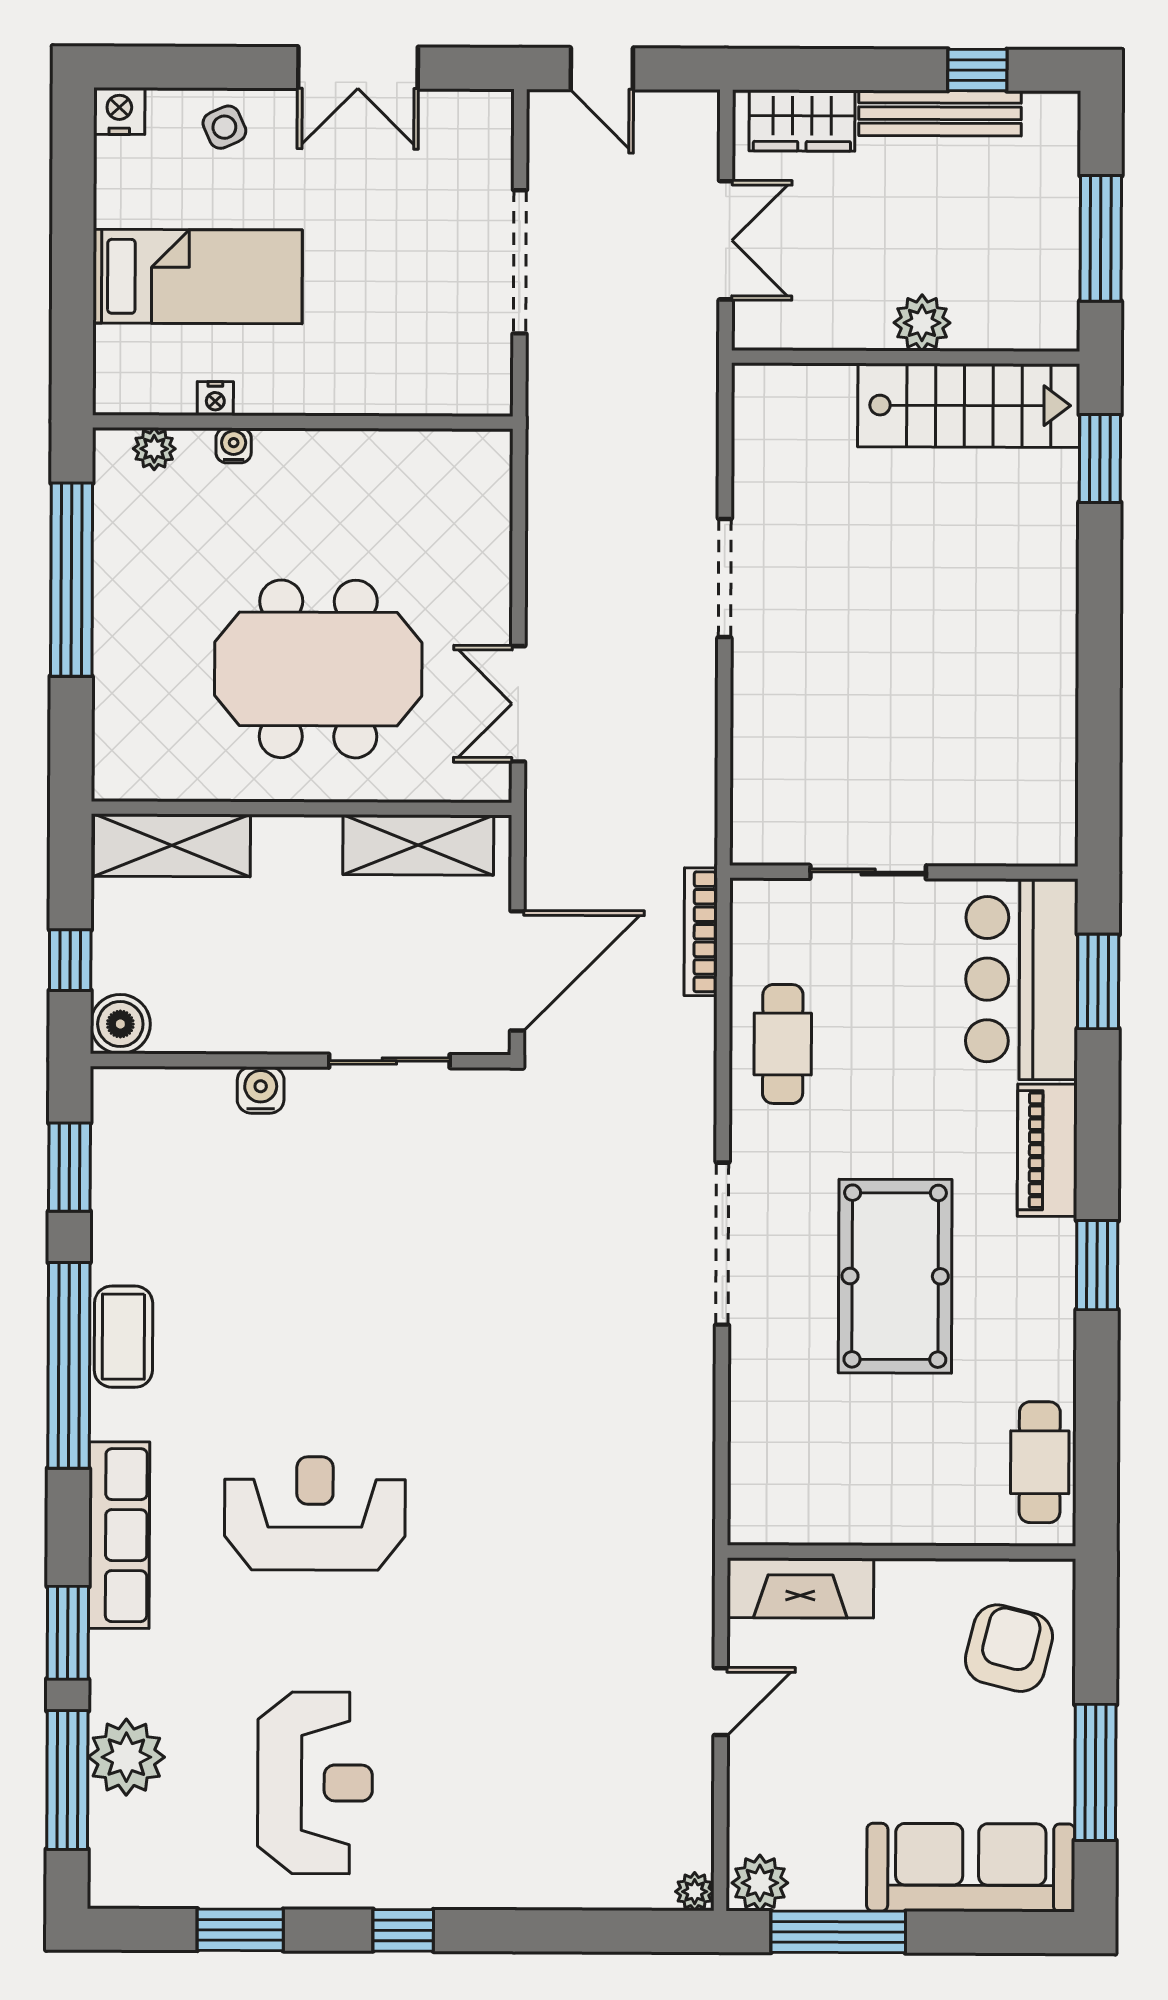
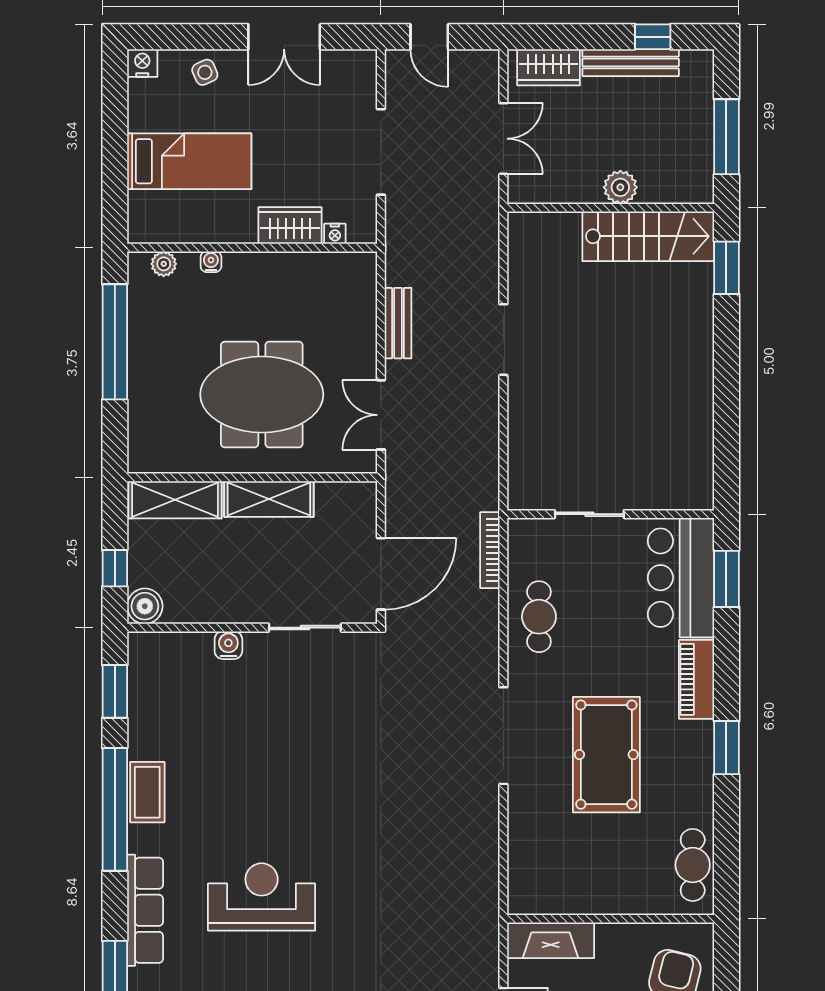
wardrobe: (367, 385) -> (290, 226), added
nightstand: (215, 399) -> (335, 234), moved
bench: (548, 550) -> (398, 323), added
shelving: (418, 845) -> (269, 499), moved

